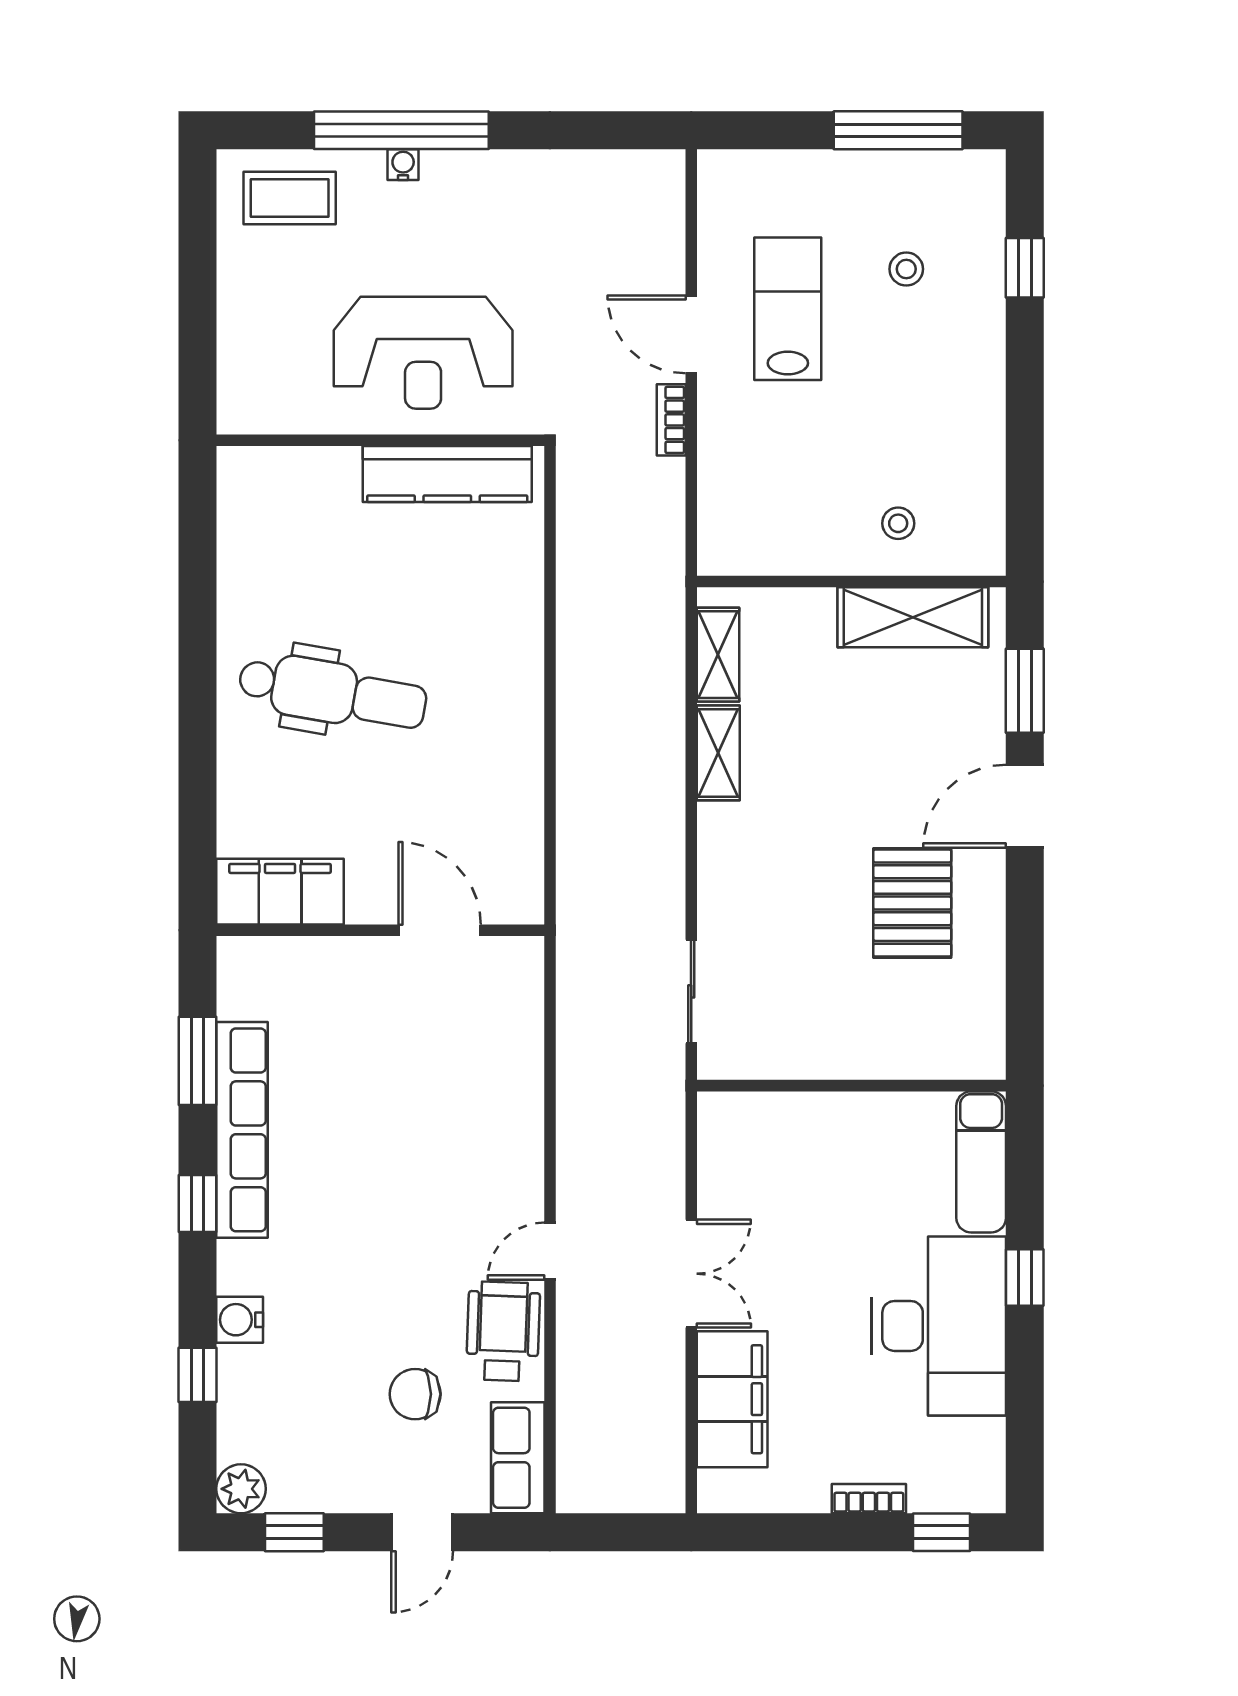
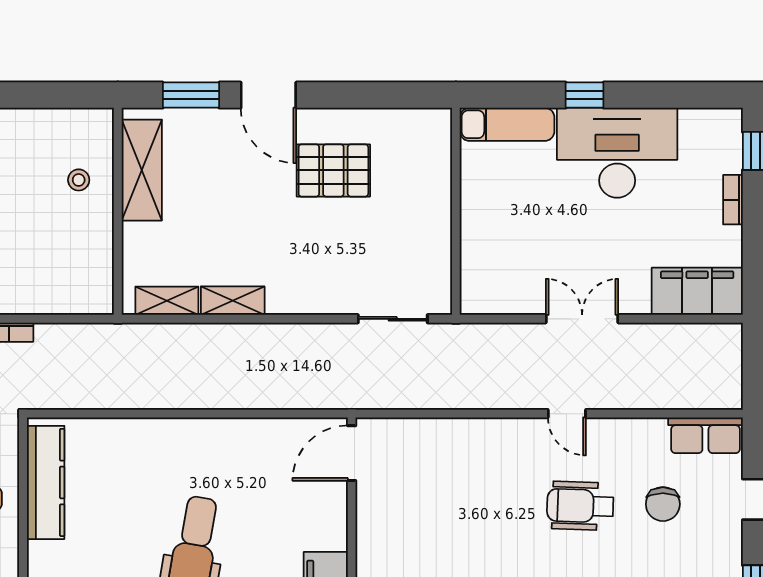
door: (440, 930) -> (352, 453), moved
wheelchair: (503, 1331) -> (580, 506), moved
filing cabinet: (732, 1399) -> (697, 291), moved

